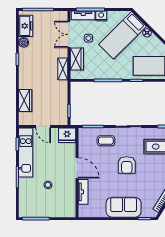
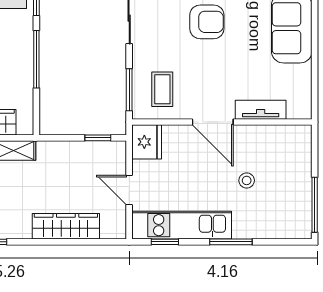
wardrobe: (25, 101) -> (66, 226), width x1.50
door: (43, 126) -> (129, 190), swing flipped
coffee table: (106, 141) -> (162, 89), moved
door: (77, 168) -> (213, 122), swing flipped

